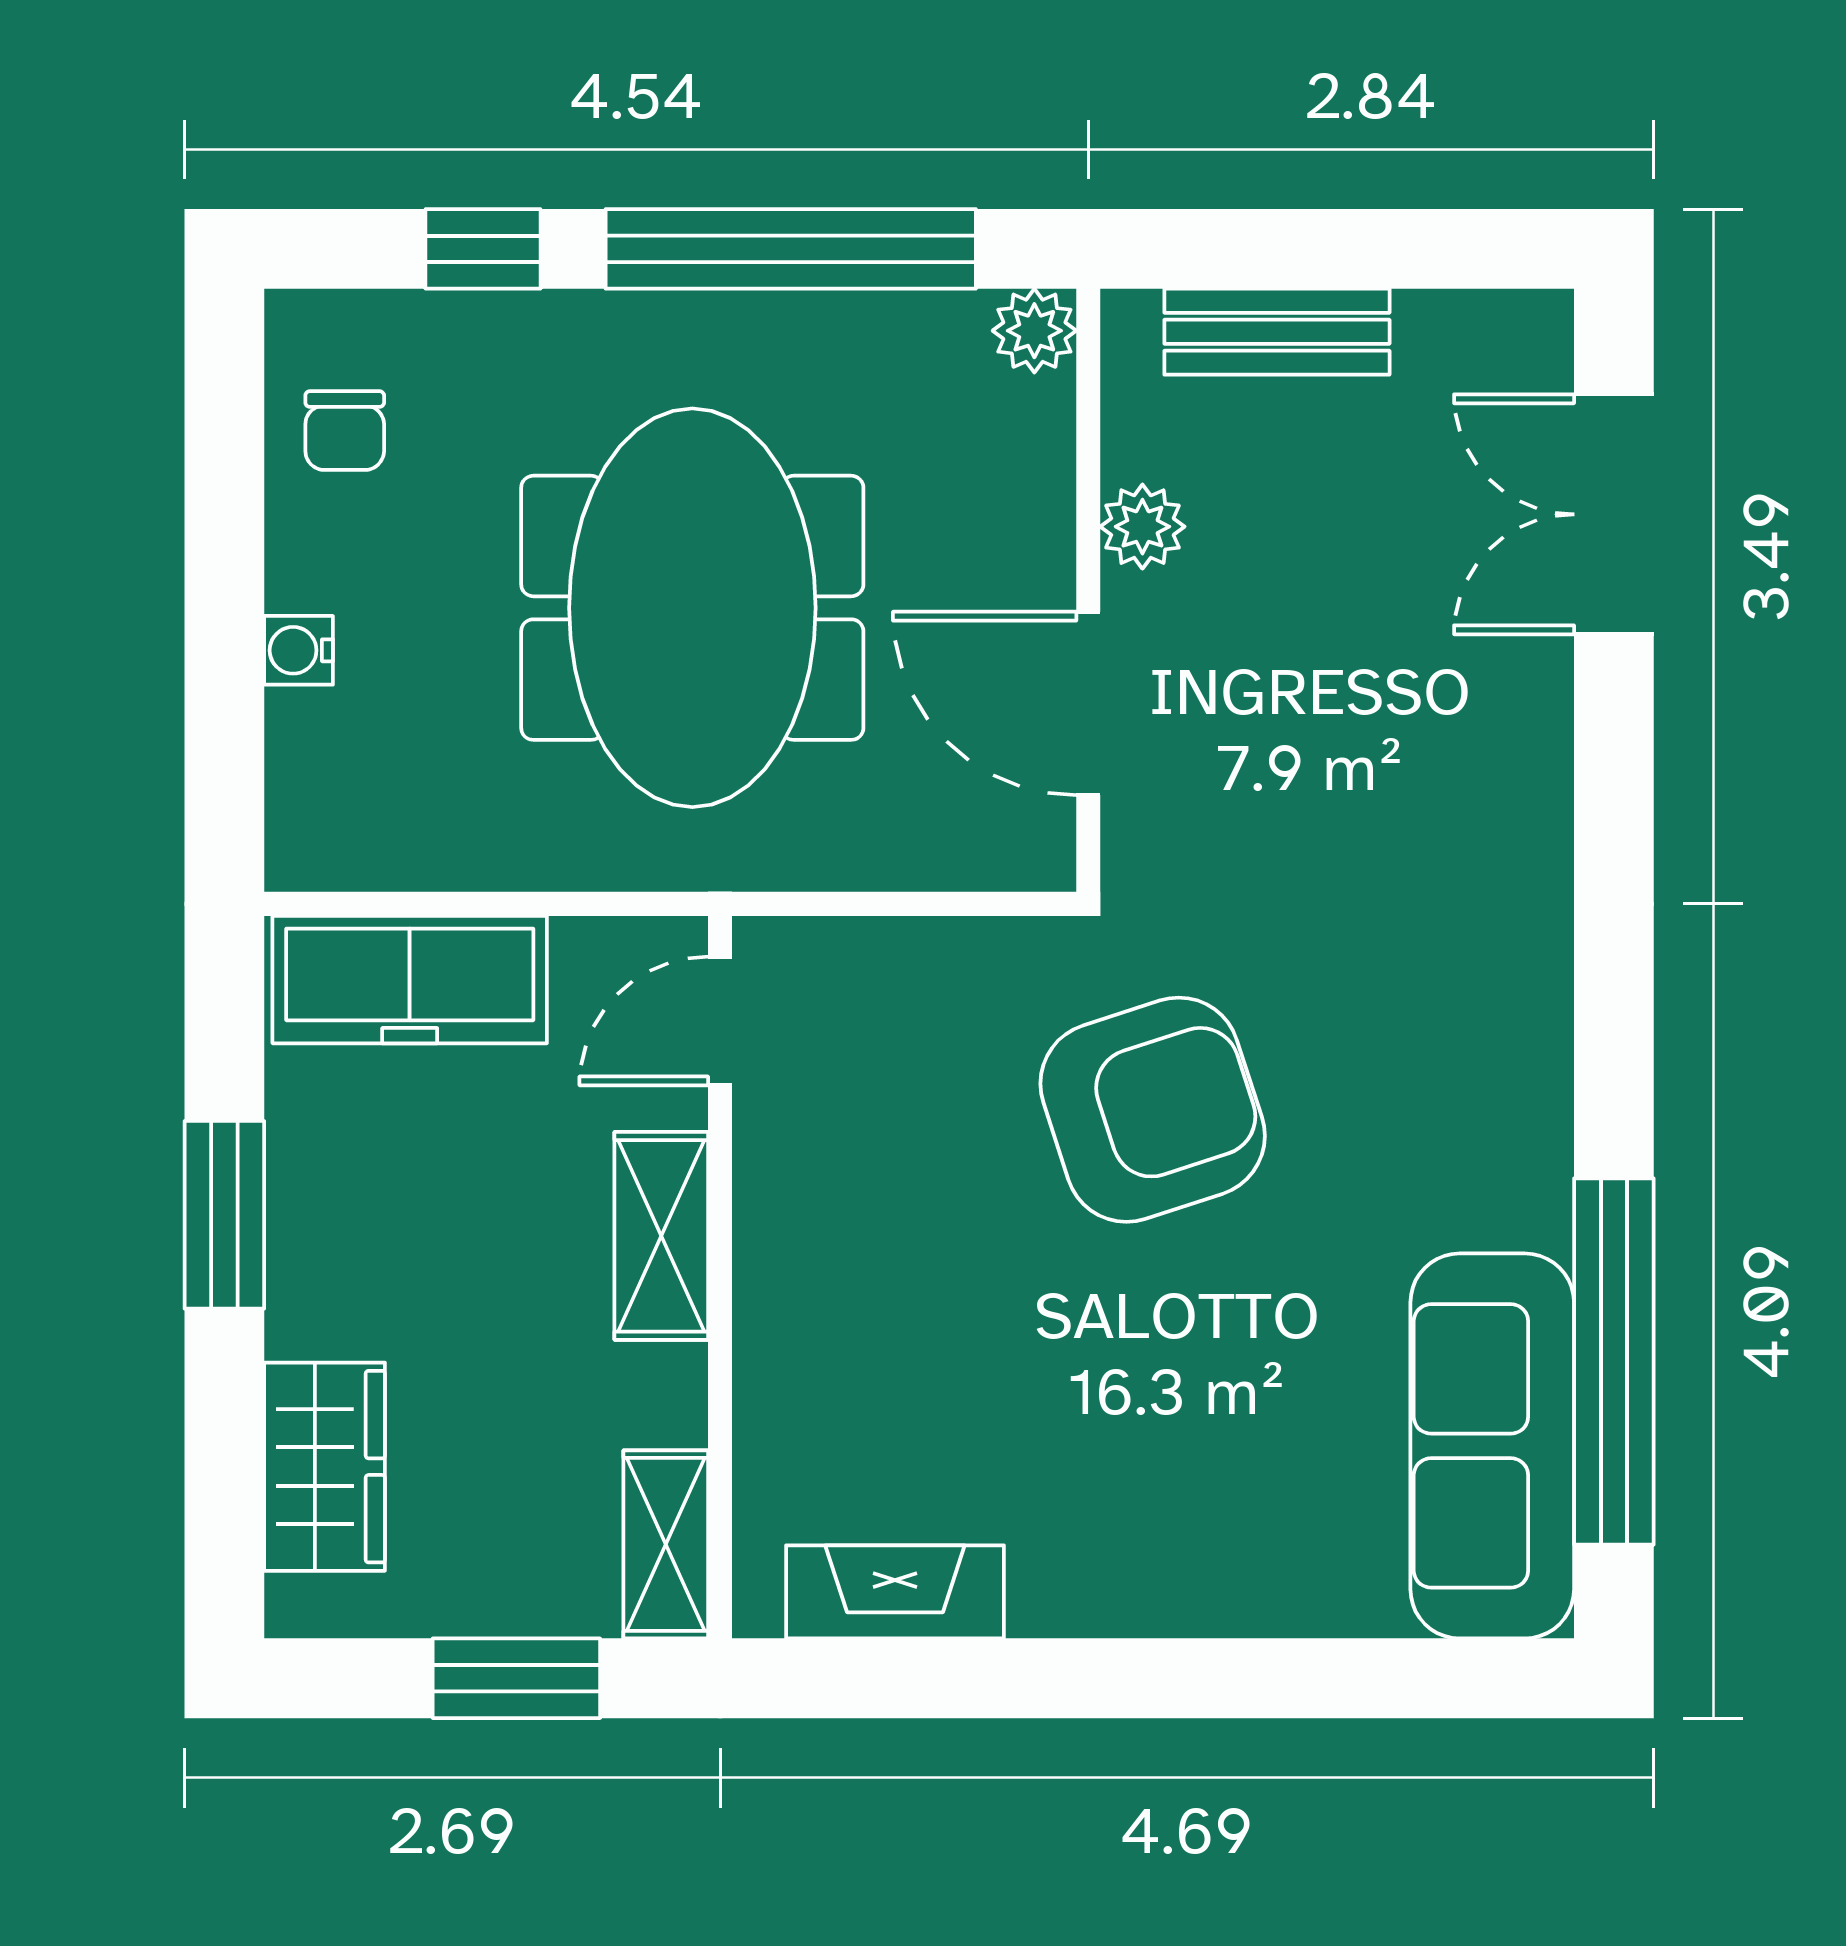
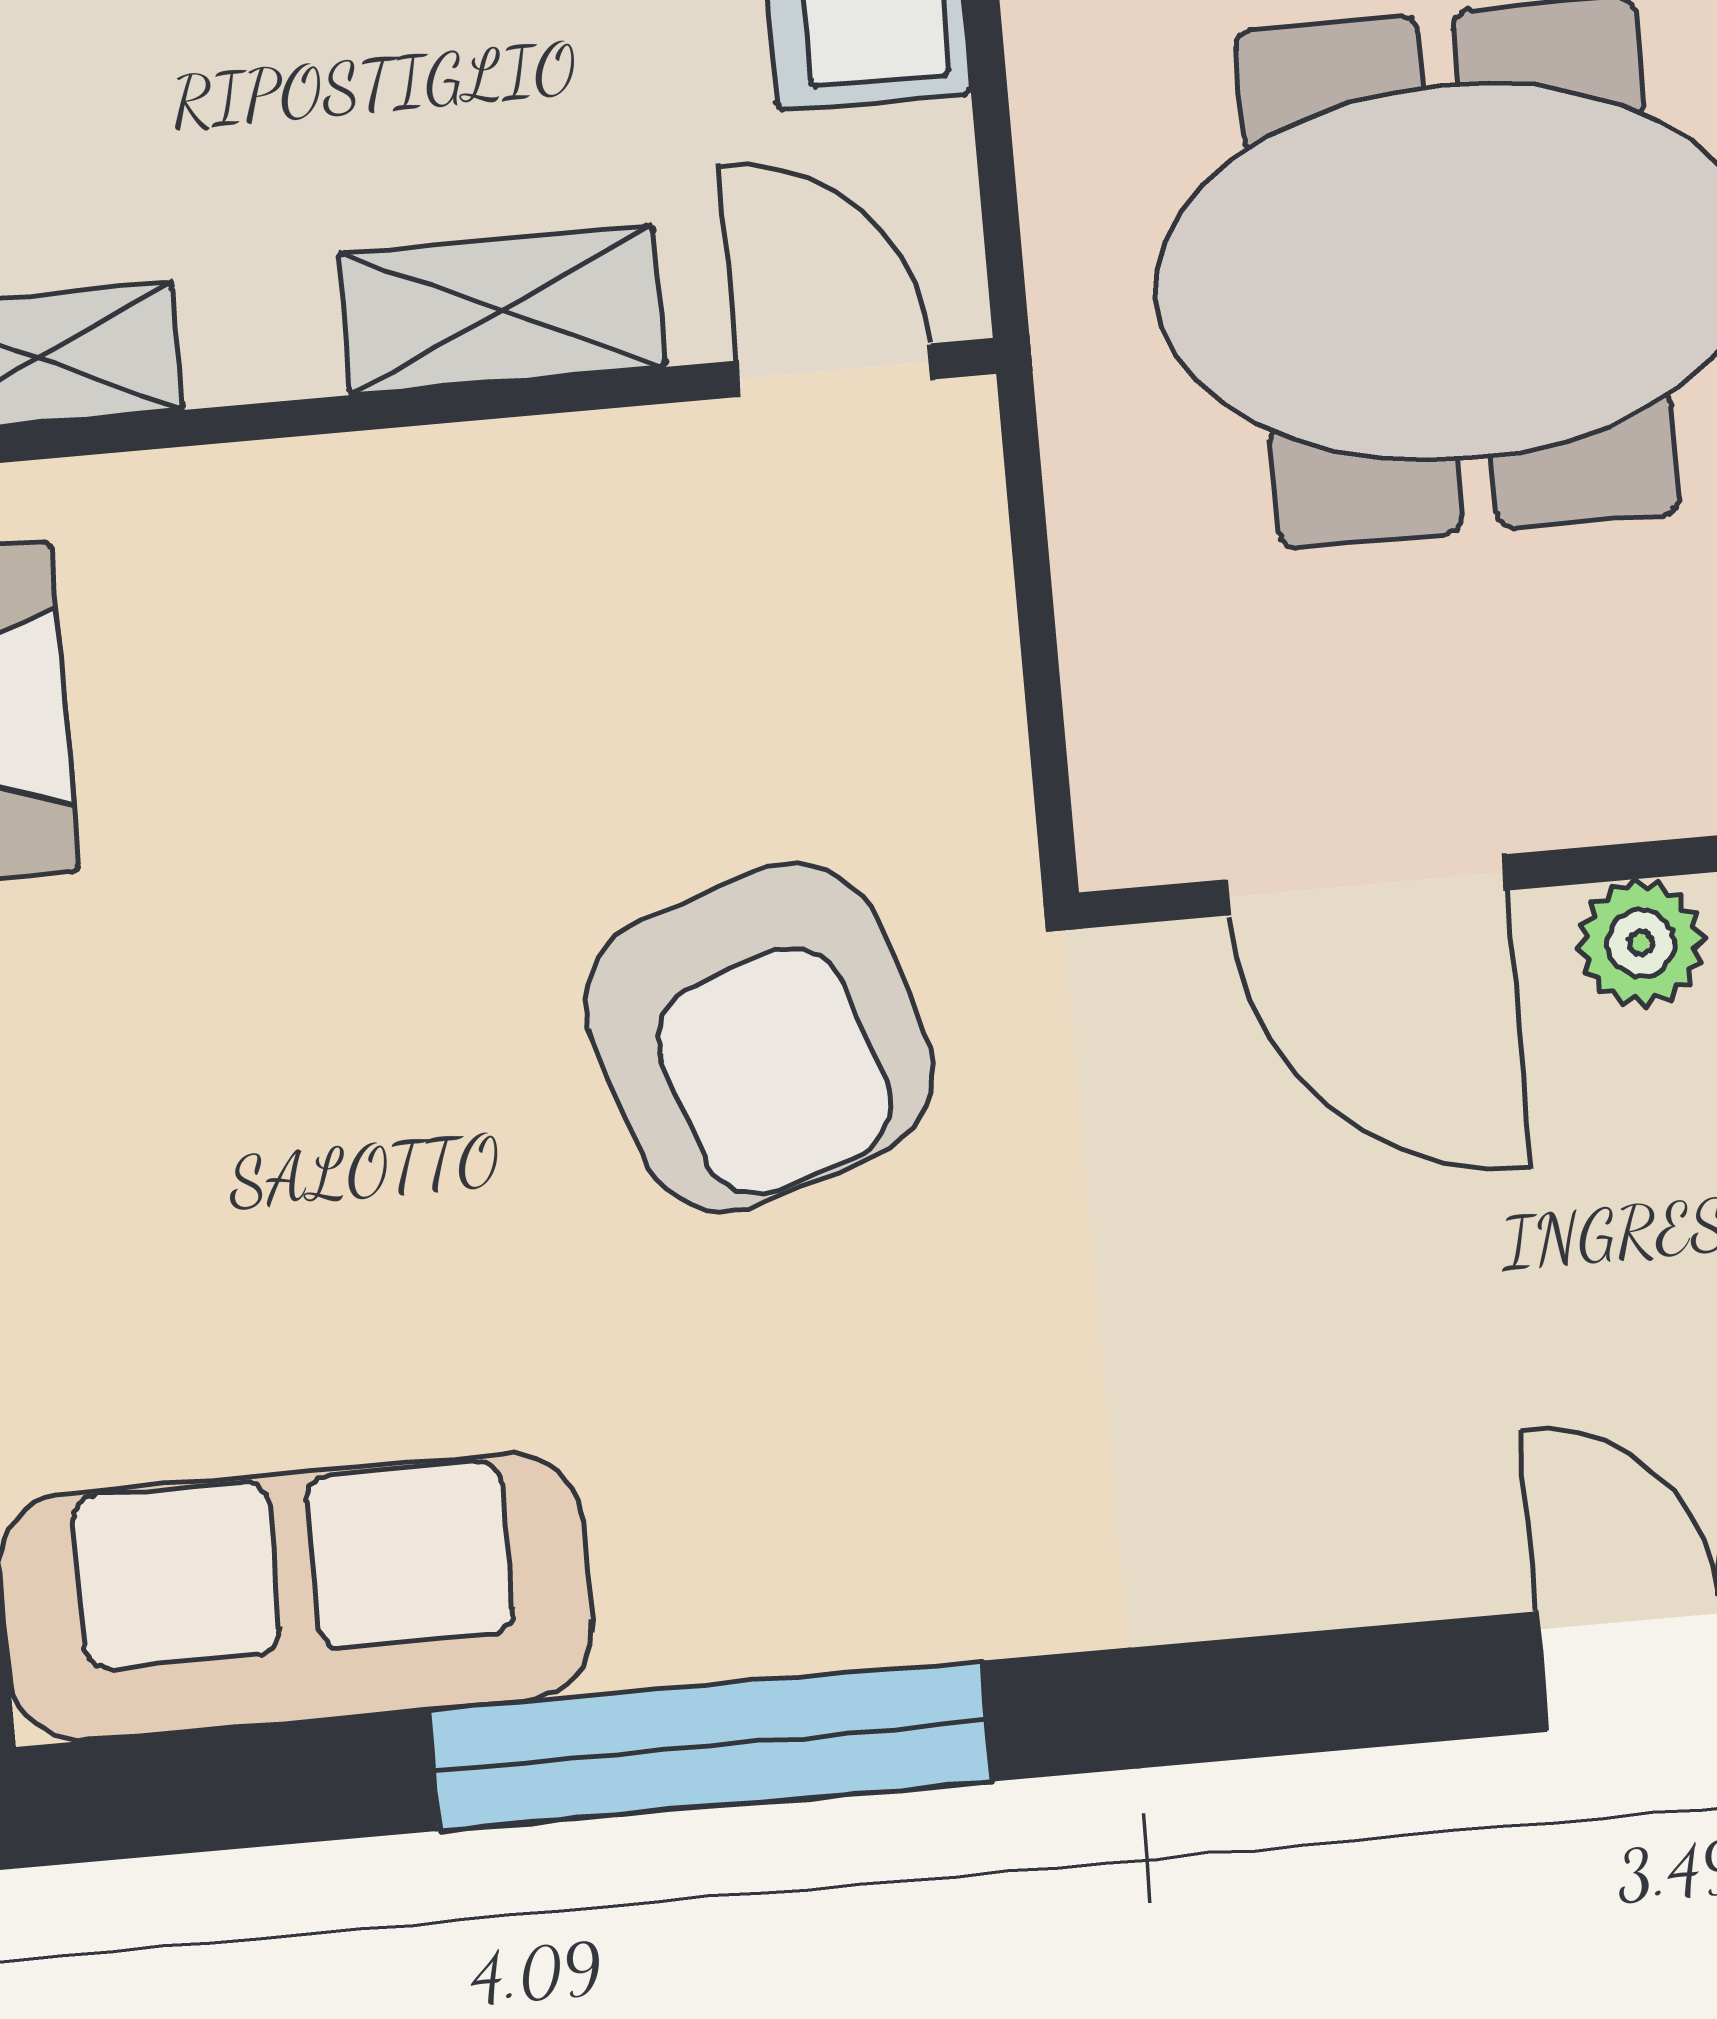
door: (1088, 703) -> (1366, 885), swing flipped
window: (1614, 1361) -> (710, 1746), moved

